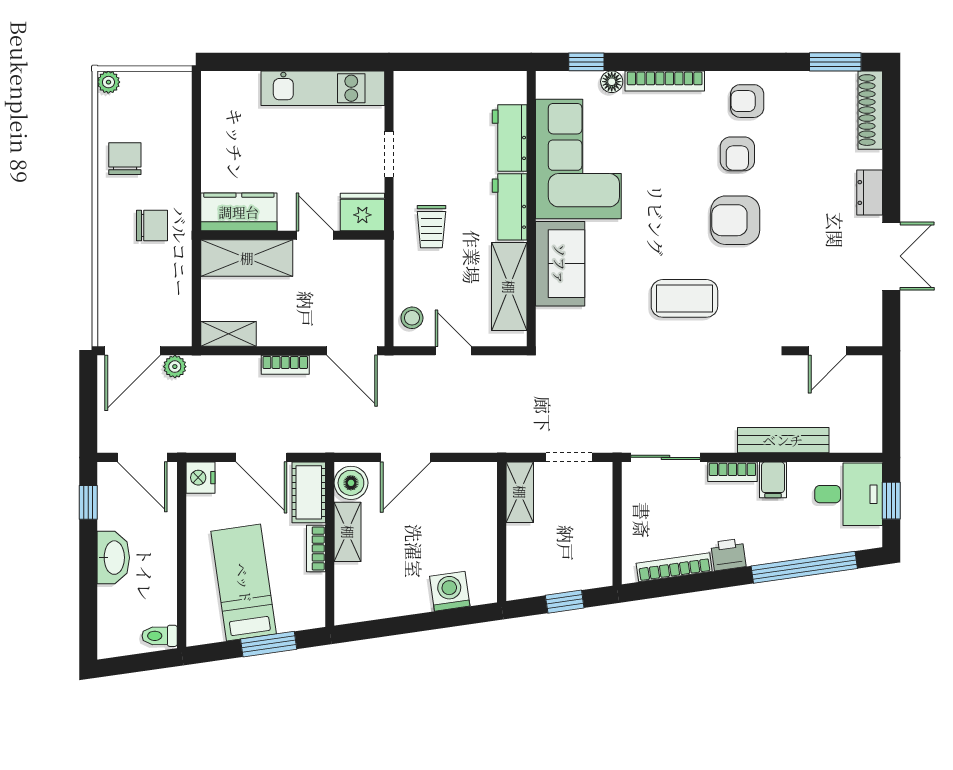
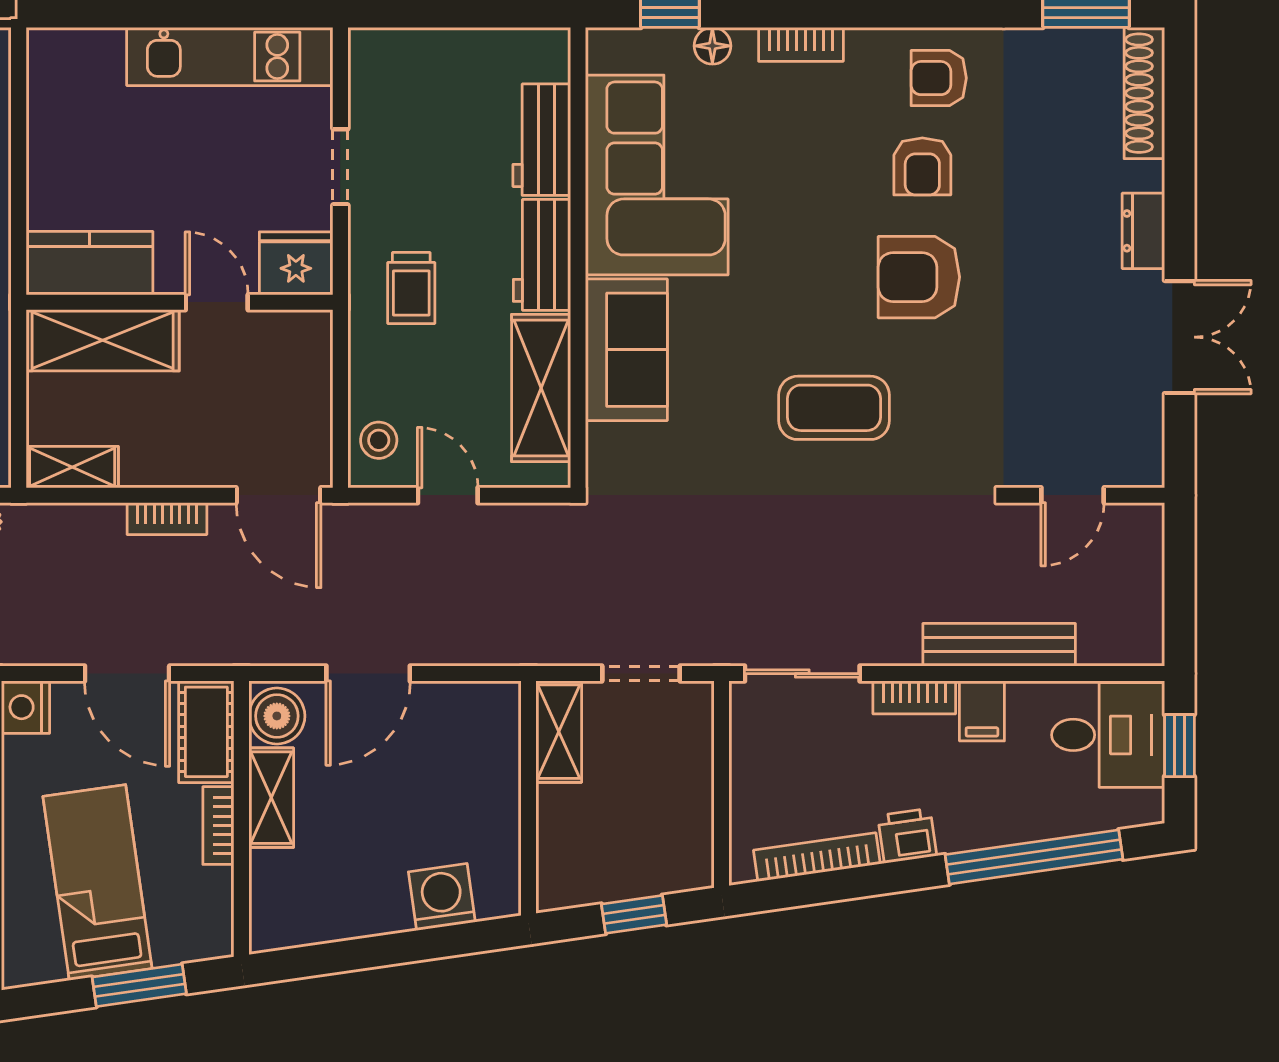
bookcase: (665, 81) -> (801, 44), width x0.64

